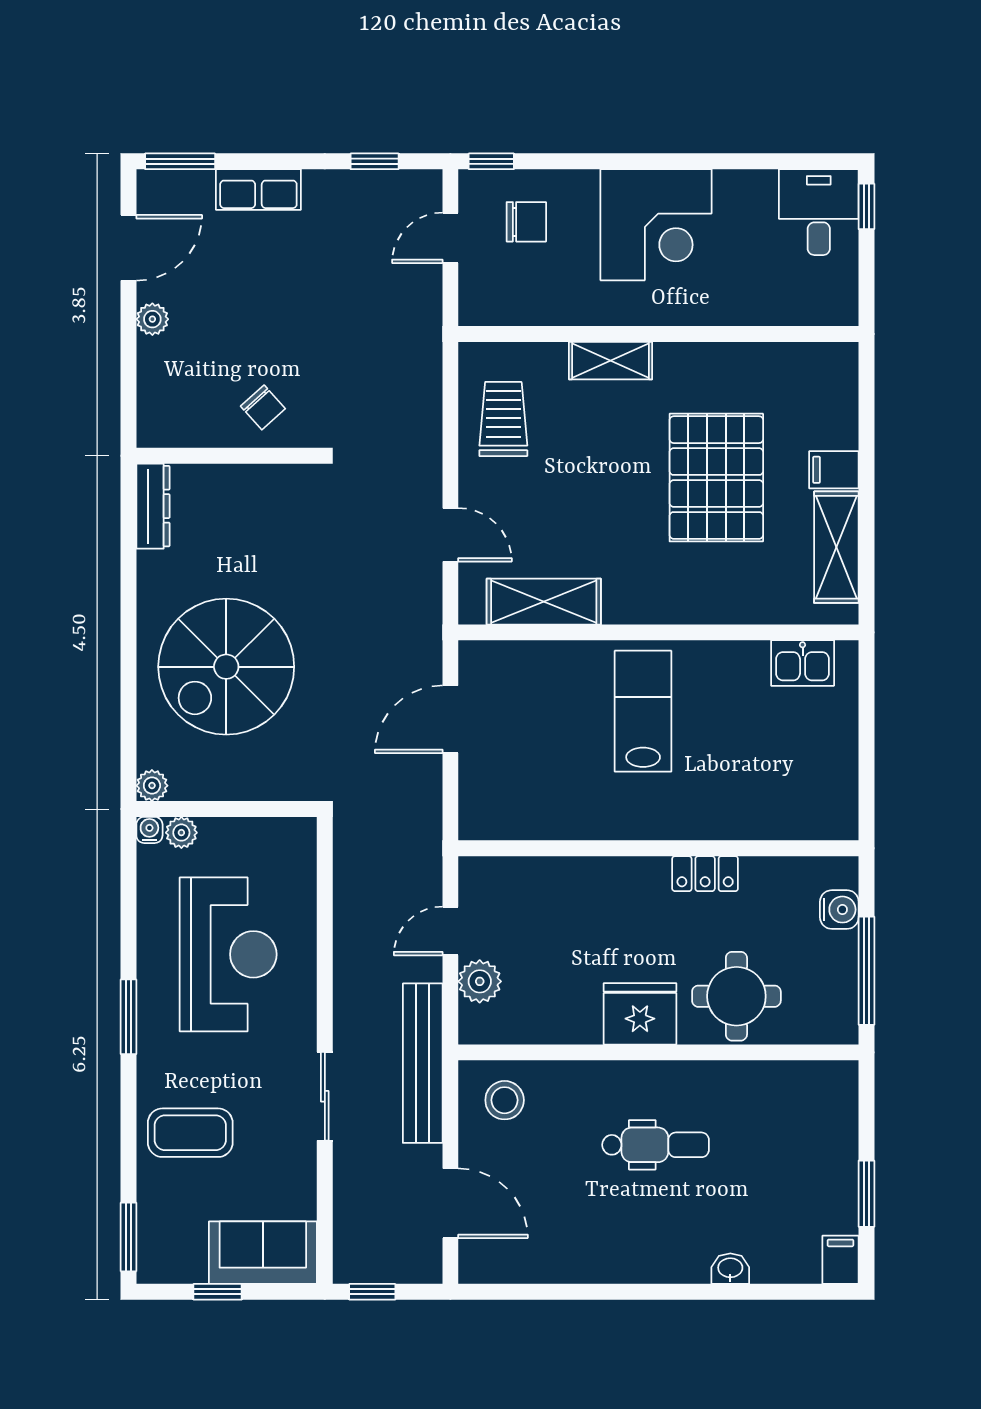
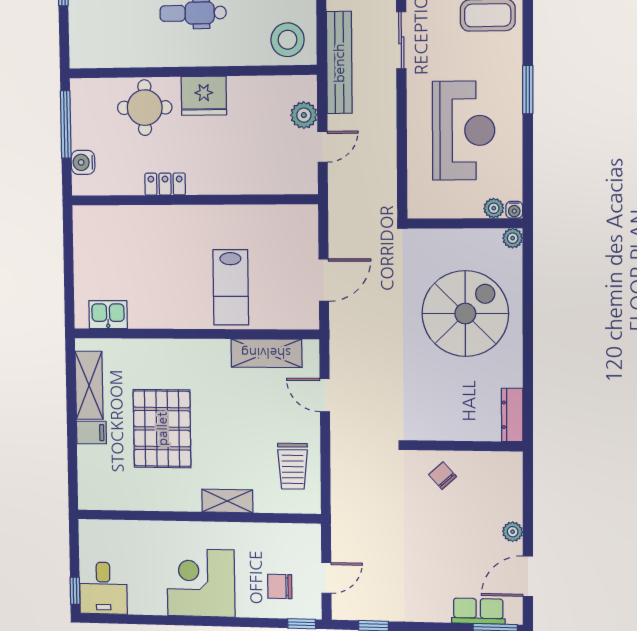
row of seats: (258, 189) -> (478, 611), moved
lab bench: (643, 711) -> (231, 287), moved
reception desk: (228, 954) -> (464, 131), turned 180
stool: (505, 1100) -> (288, 40), width x1.38, depth x1.38

